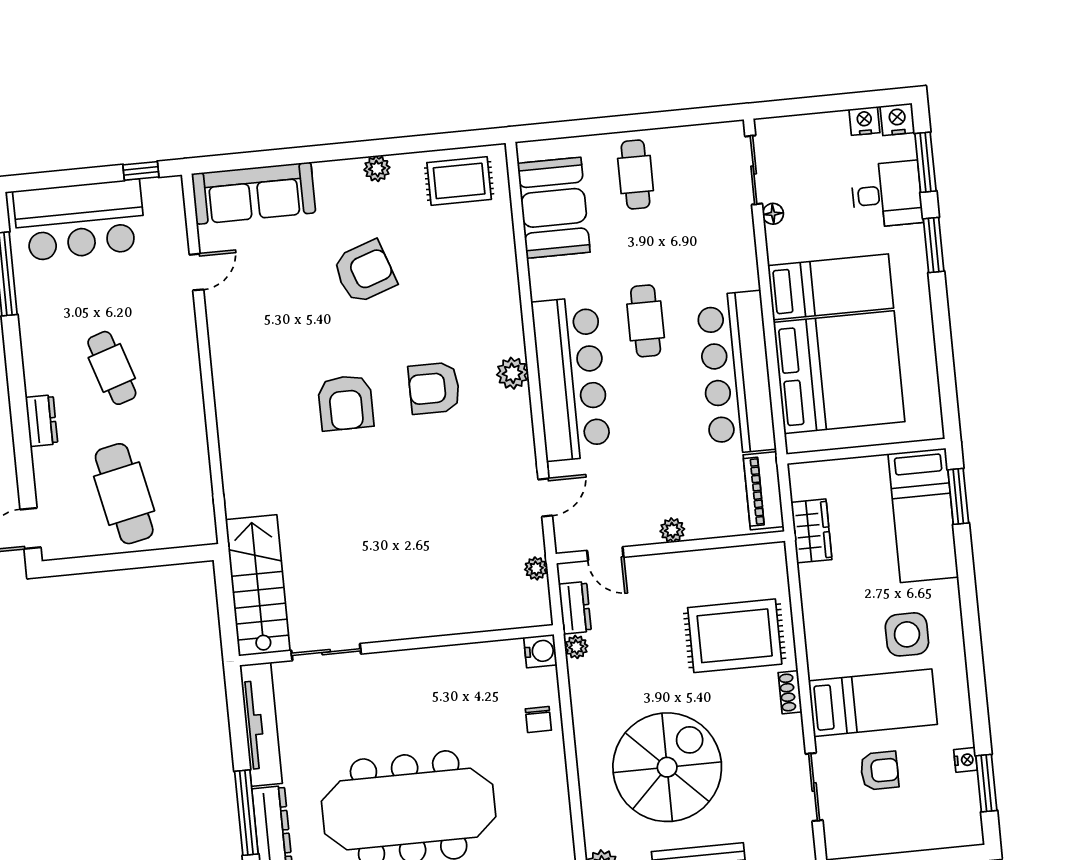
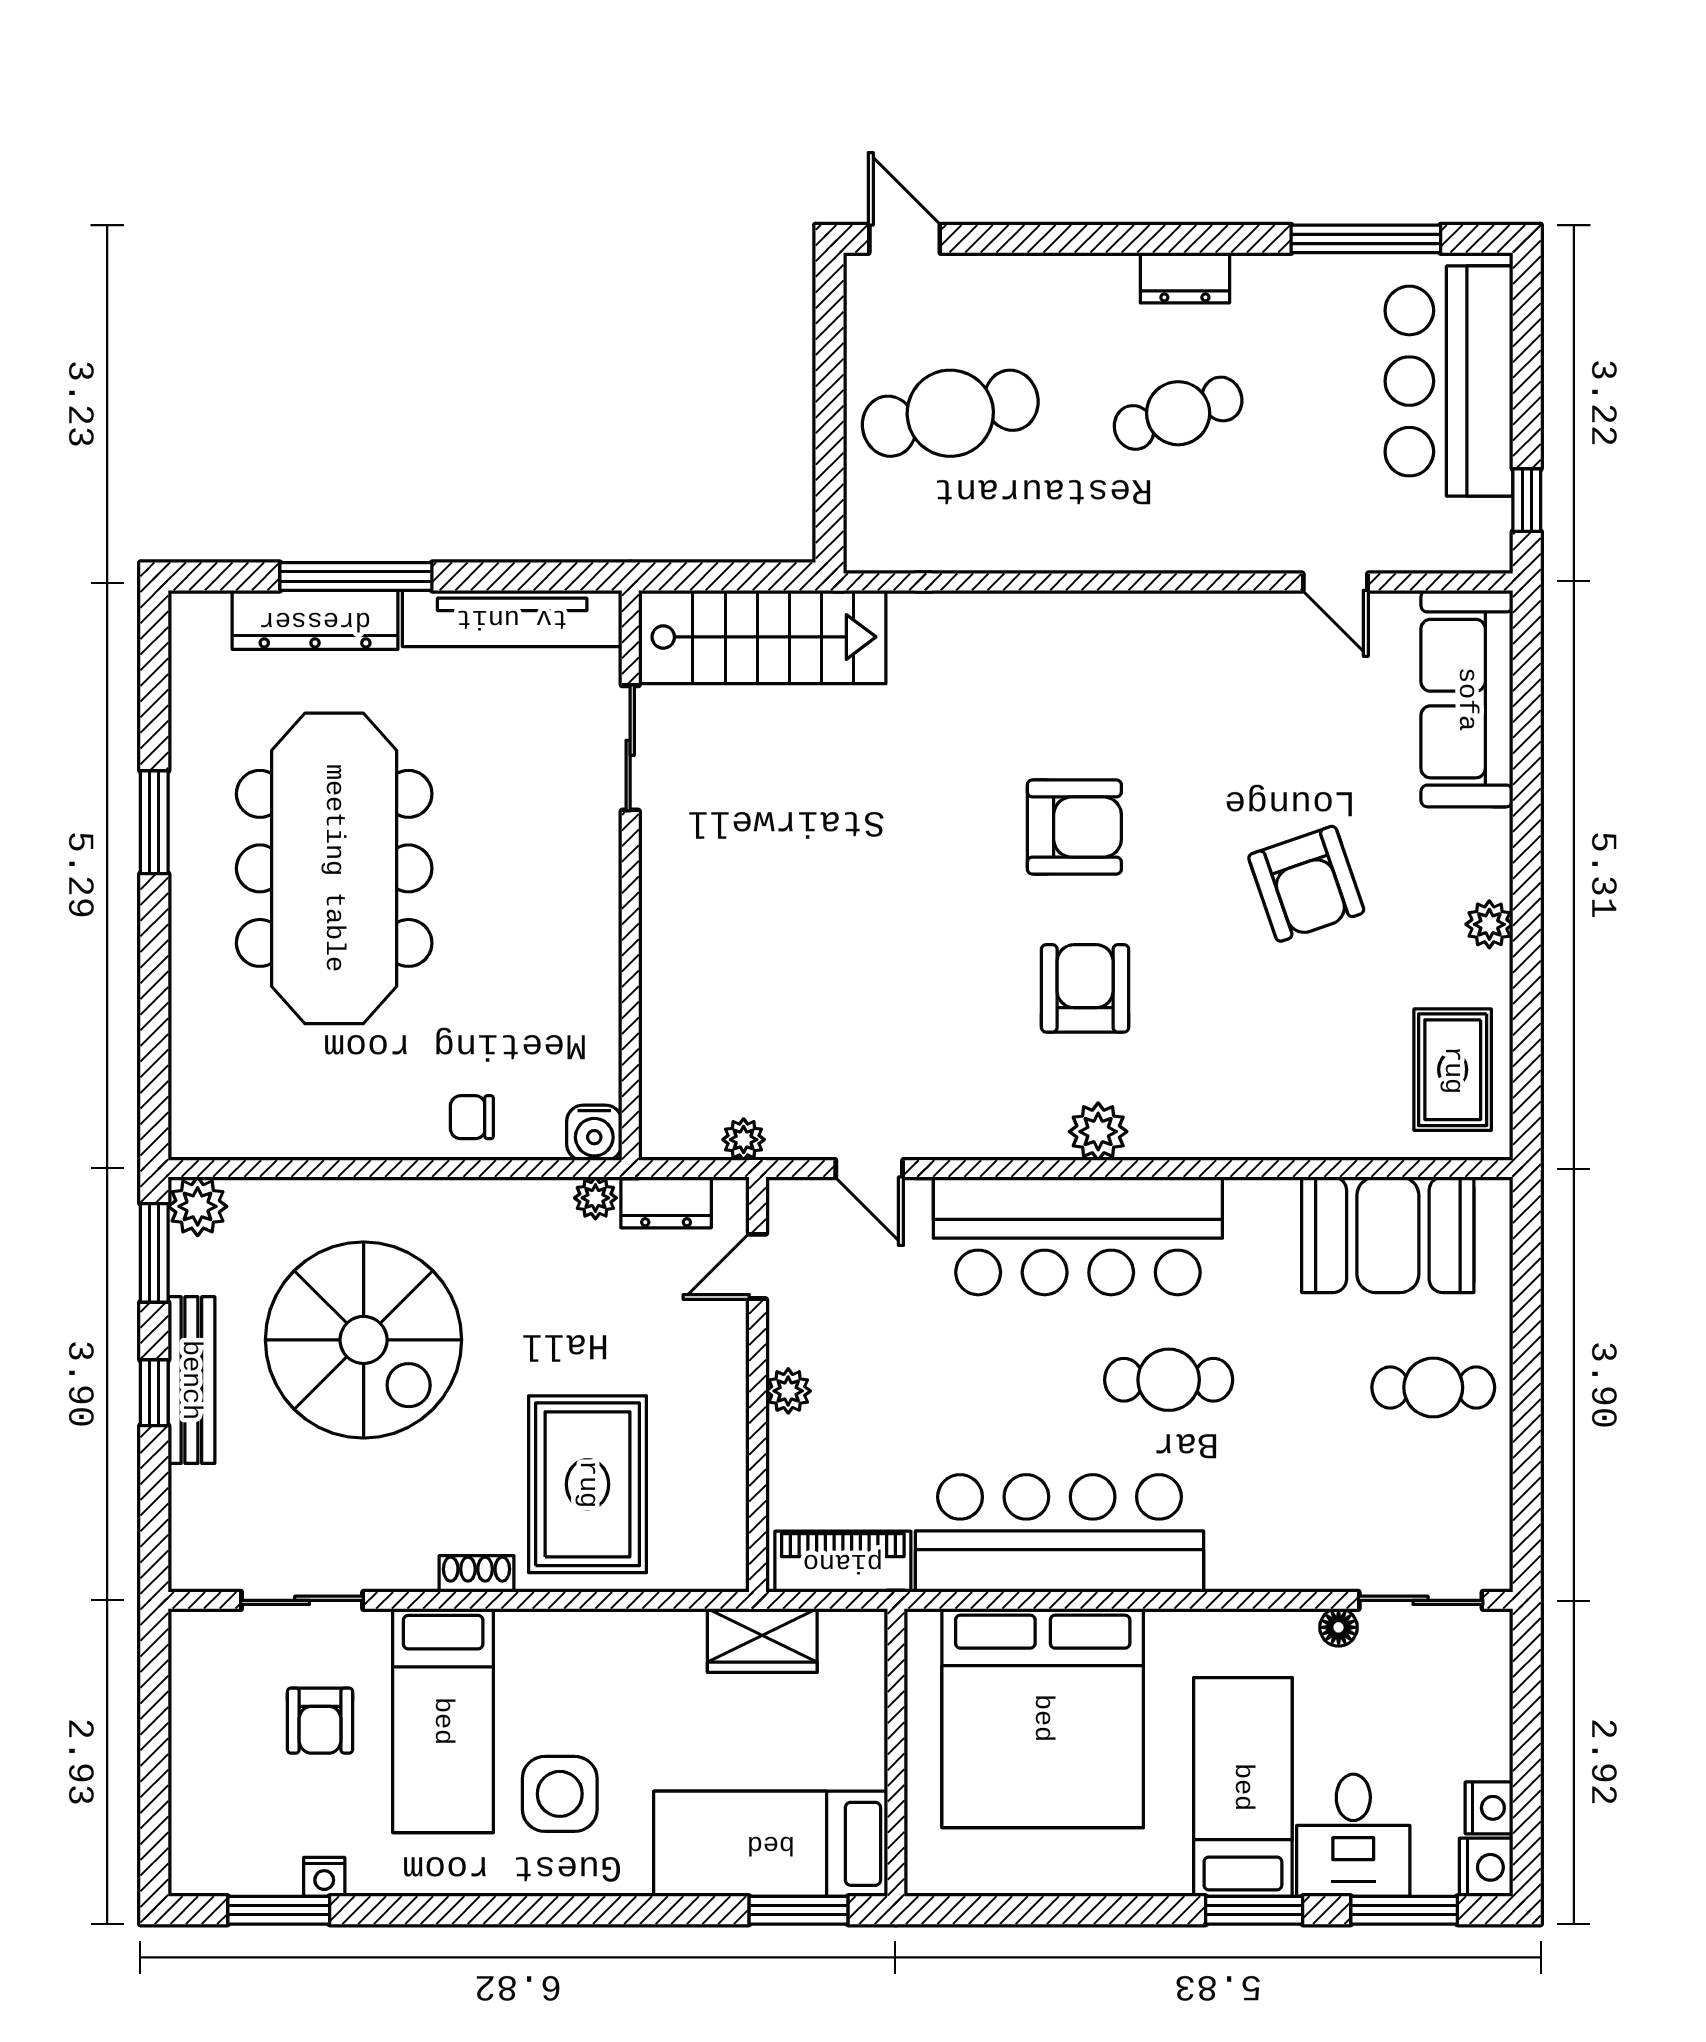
bed: (831, 287) -> (1243, 1787), moved, turned 180
armchair: (346, 403) -> (1074, 827), turned 180
dresser: (42, 421) -> (1185, 278), moved

